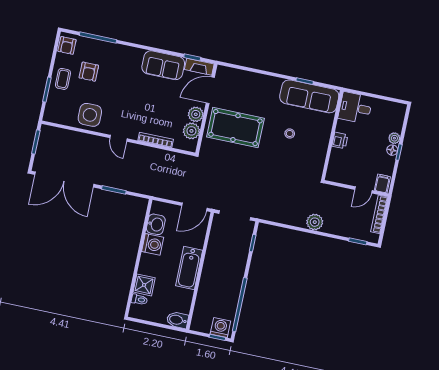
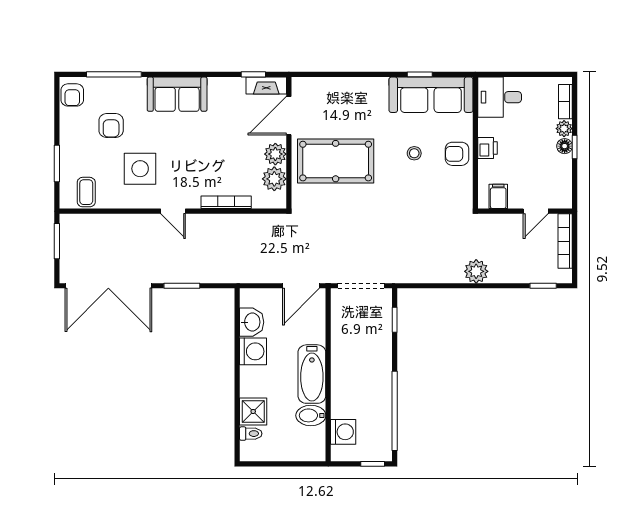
sofa: (163, 65) -> (177, 94), moved
coffee table: (63, 79) -> (86, 192), moved
side table: (90, 115) -> (140, 169), moved
bookcase: (399, 120) -> (565, 102), added
armchair: (318, 140) -> (457, 154), added
filing cabinet: (382, 183) -> (498, 196), moved
bidet: (177, 320) -> (311, 415), moved
washing machine: (220, 327) -> (343, 432), moved, turned 90

